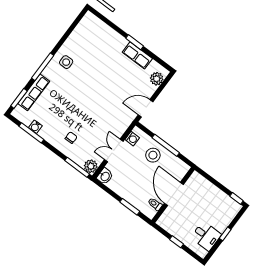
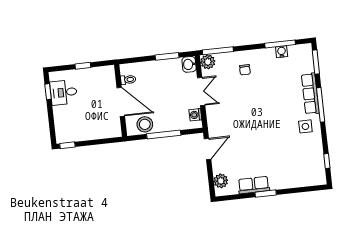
window: (74, 26) -> (327, 161), added
row of seats: (34, 92) -> (310, 94), moved
stool: (153, 155) -> (145, 124), moved
window: (130, 207) -> (167, 56), moved
window: (225, 234) -> (48, 92), moved

